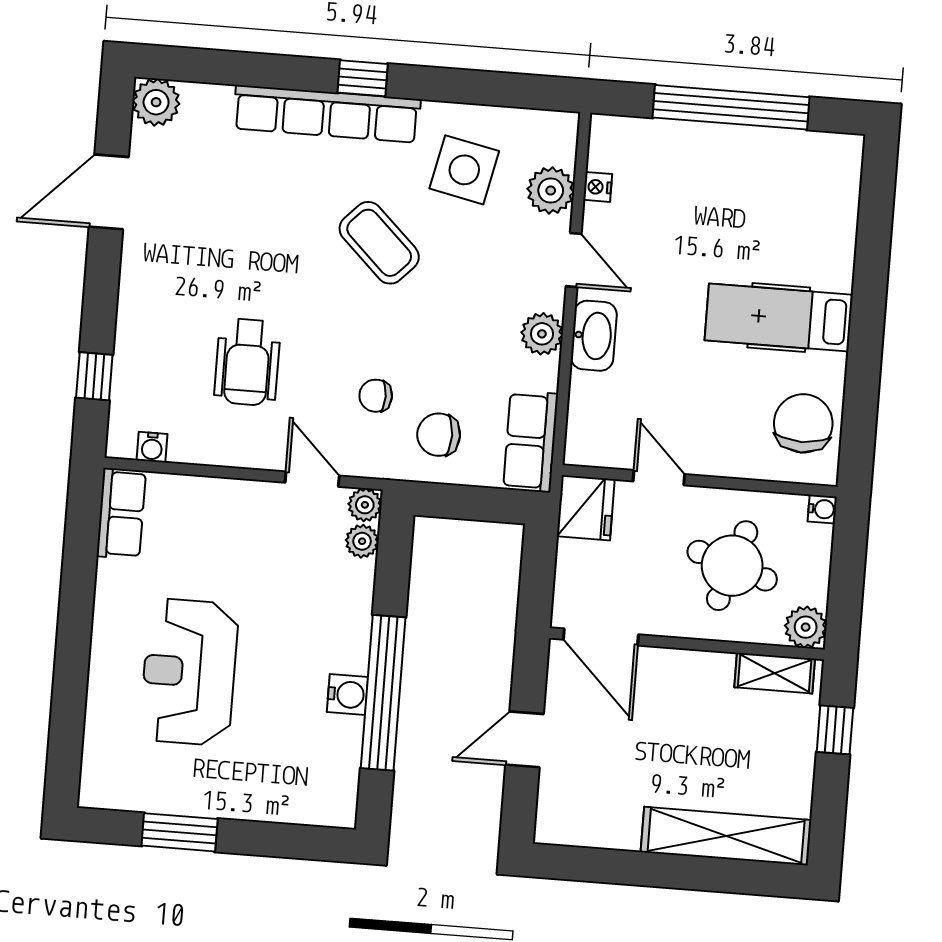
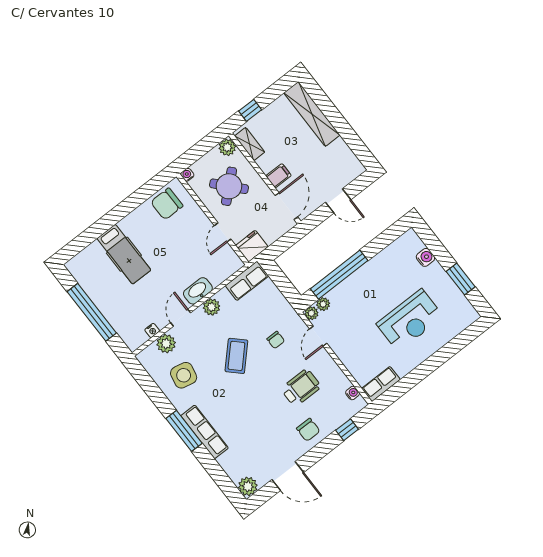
window: (363, 78) -> (184, 431), width x2.17
row of seats: (327, 114) -> (205, 432), width x0.73
coffee table: (379, 243) -> (236, 356), moved
hospital bed: (779, 318) -> (124, 254), moved
chair: (439, 435) -> (308, 430), moved
round table: (732, 566) -> (229, 186), turned 30
filing cabinet: (669, 673) -> (278, 176), added
window: (383, 693) -> (339, 275), moved
water cooler: (347, 695) -> (425, 257), moved, turned 90

